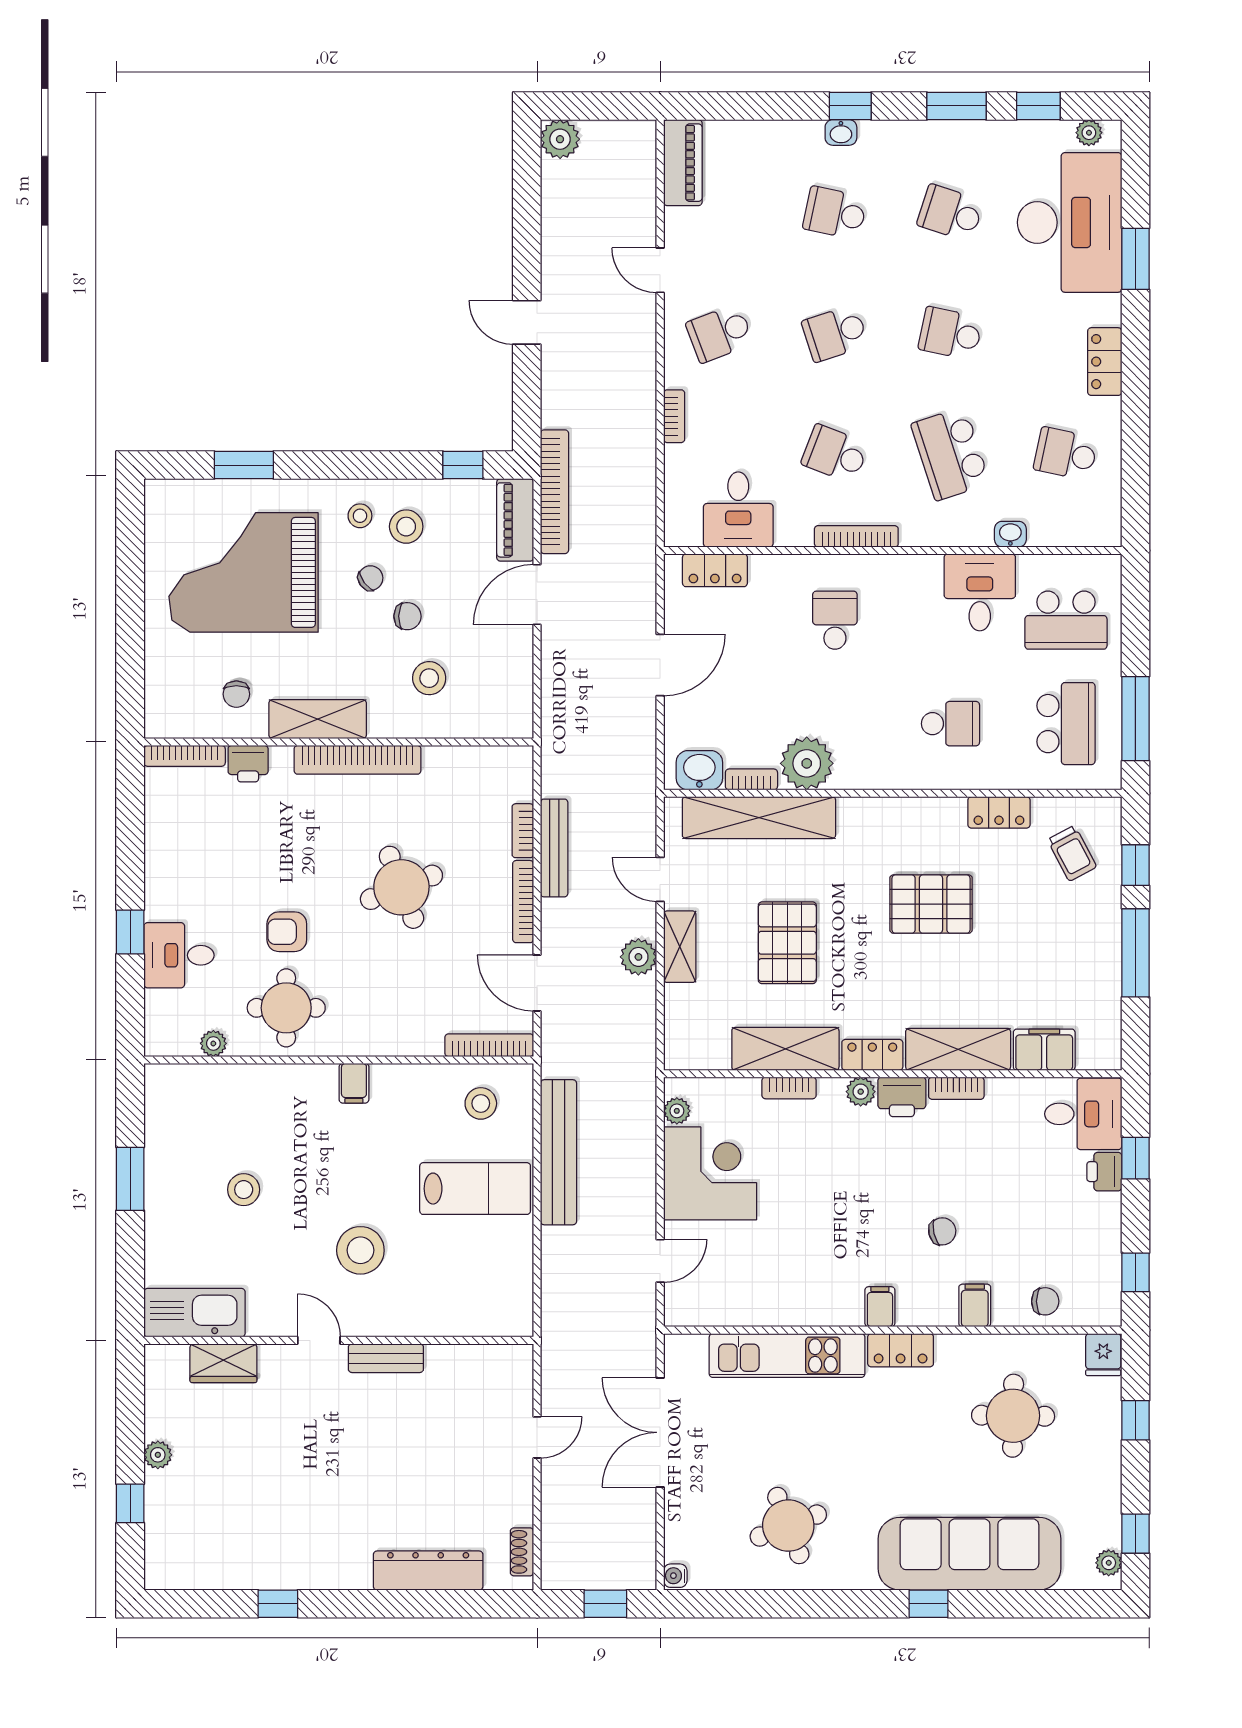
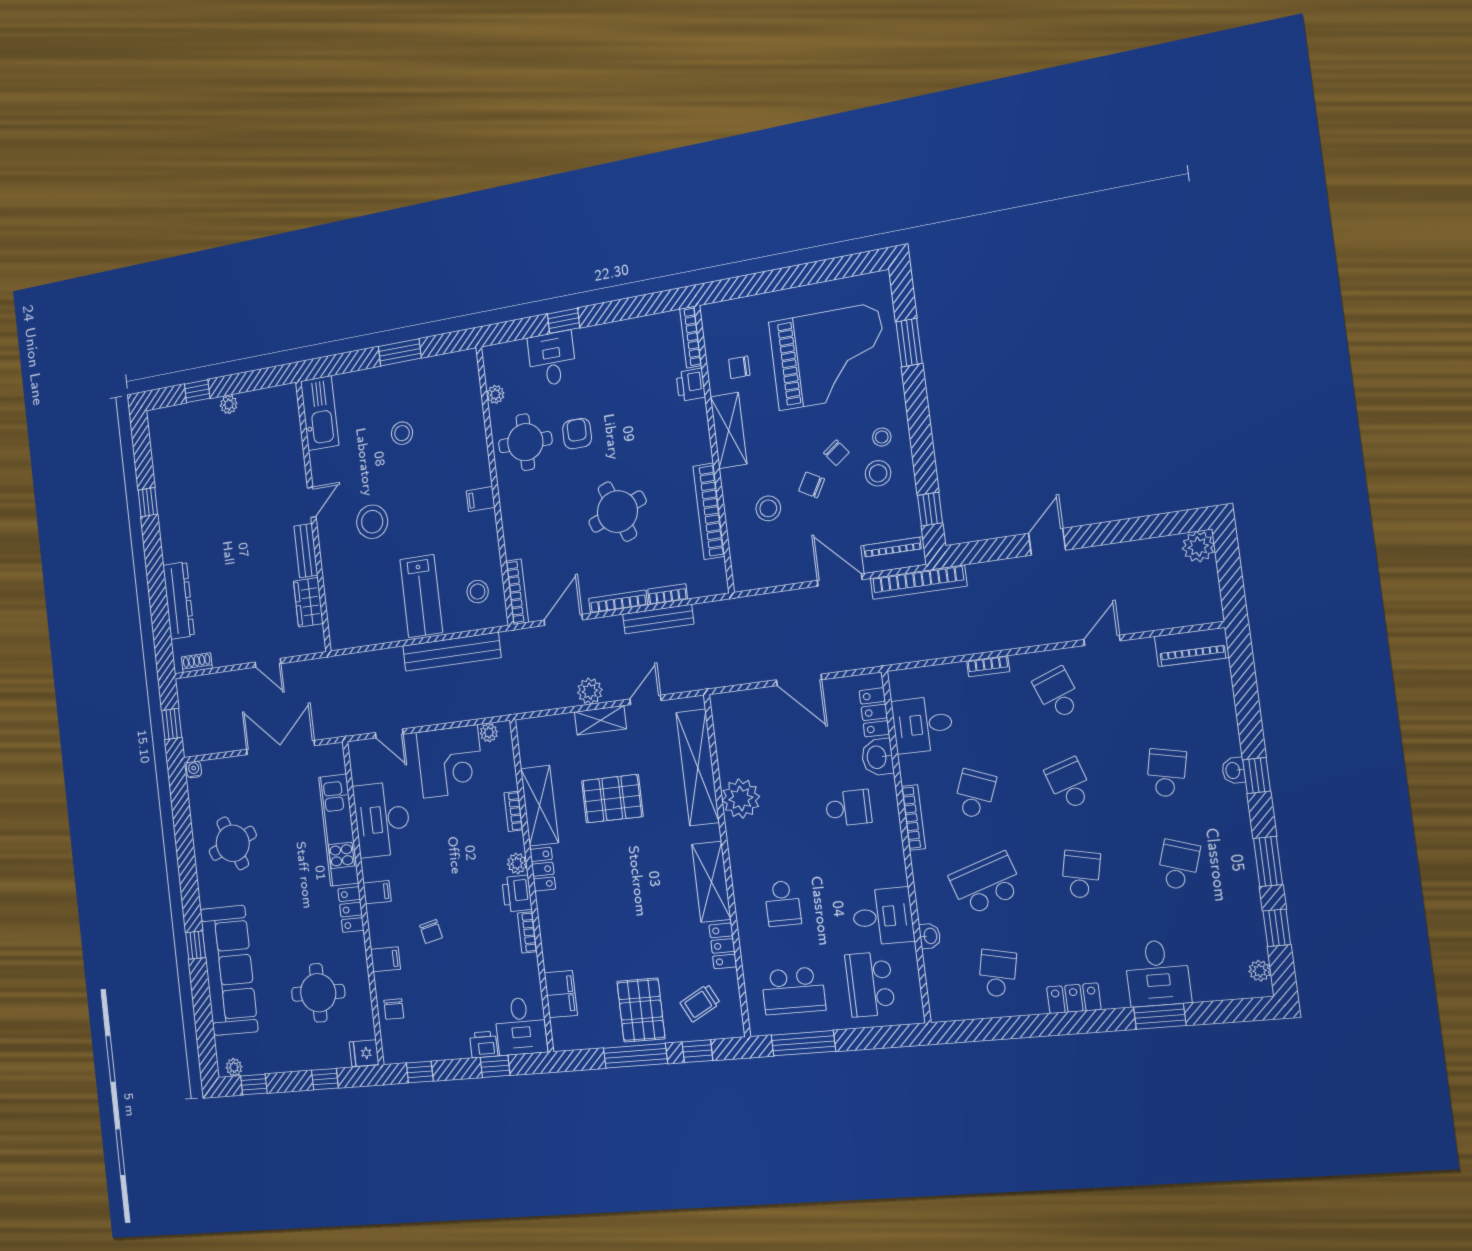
desk: (1070, 222) -> (1158, 973), width x0.53, depth x0.77
grand piano: (244, 572) -> (829, 357), turned 90
chair: (407, 616) -> (812, 485), turned 118
bookcase: (358, 760) -> (709, 511), moved
washbasin: (699, 770) -> (877, 757), moved, turned 180
bookcase: (751, 779) -> (724, 759), removed
pallet: (931, 904) -> (641, 1010), moved
shelving: (958, 1049) -> (711, 882), moved
desk: (779, 1286) -> (382, 819), added
wardrobe: (223, 1363) -> (308, 602), moved

